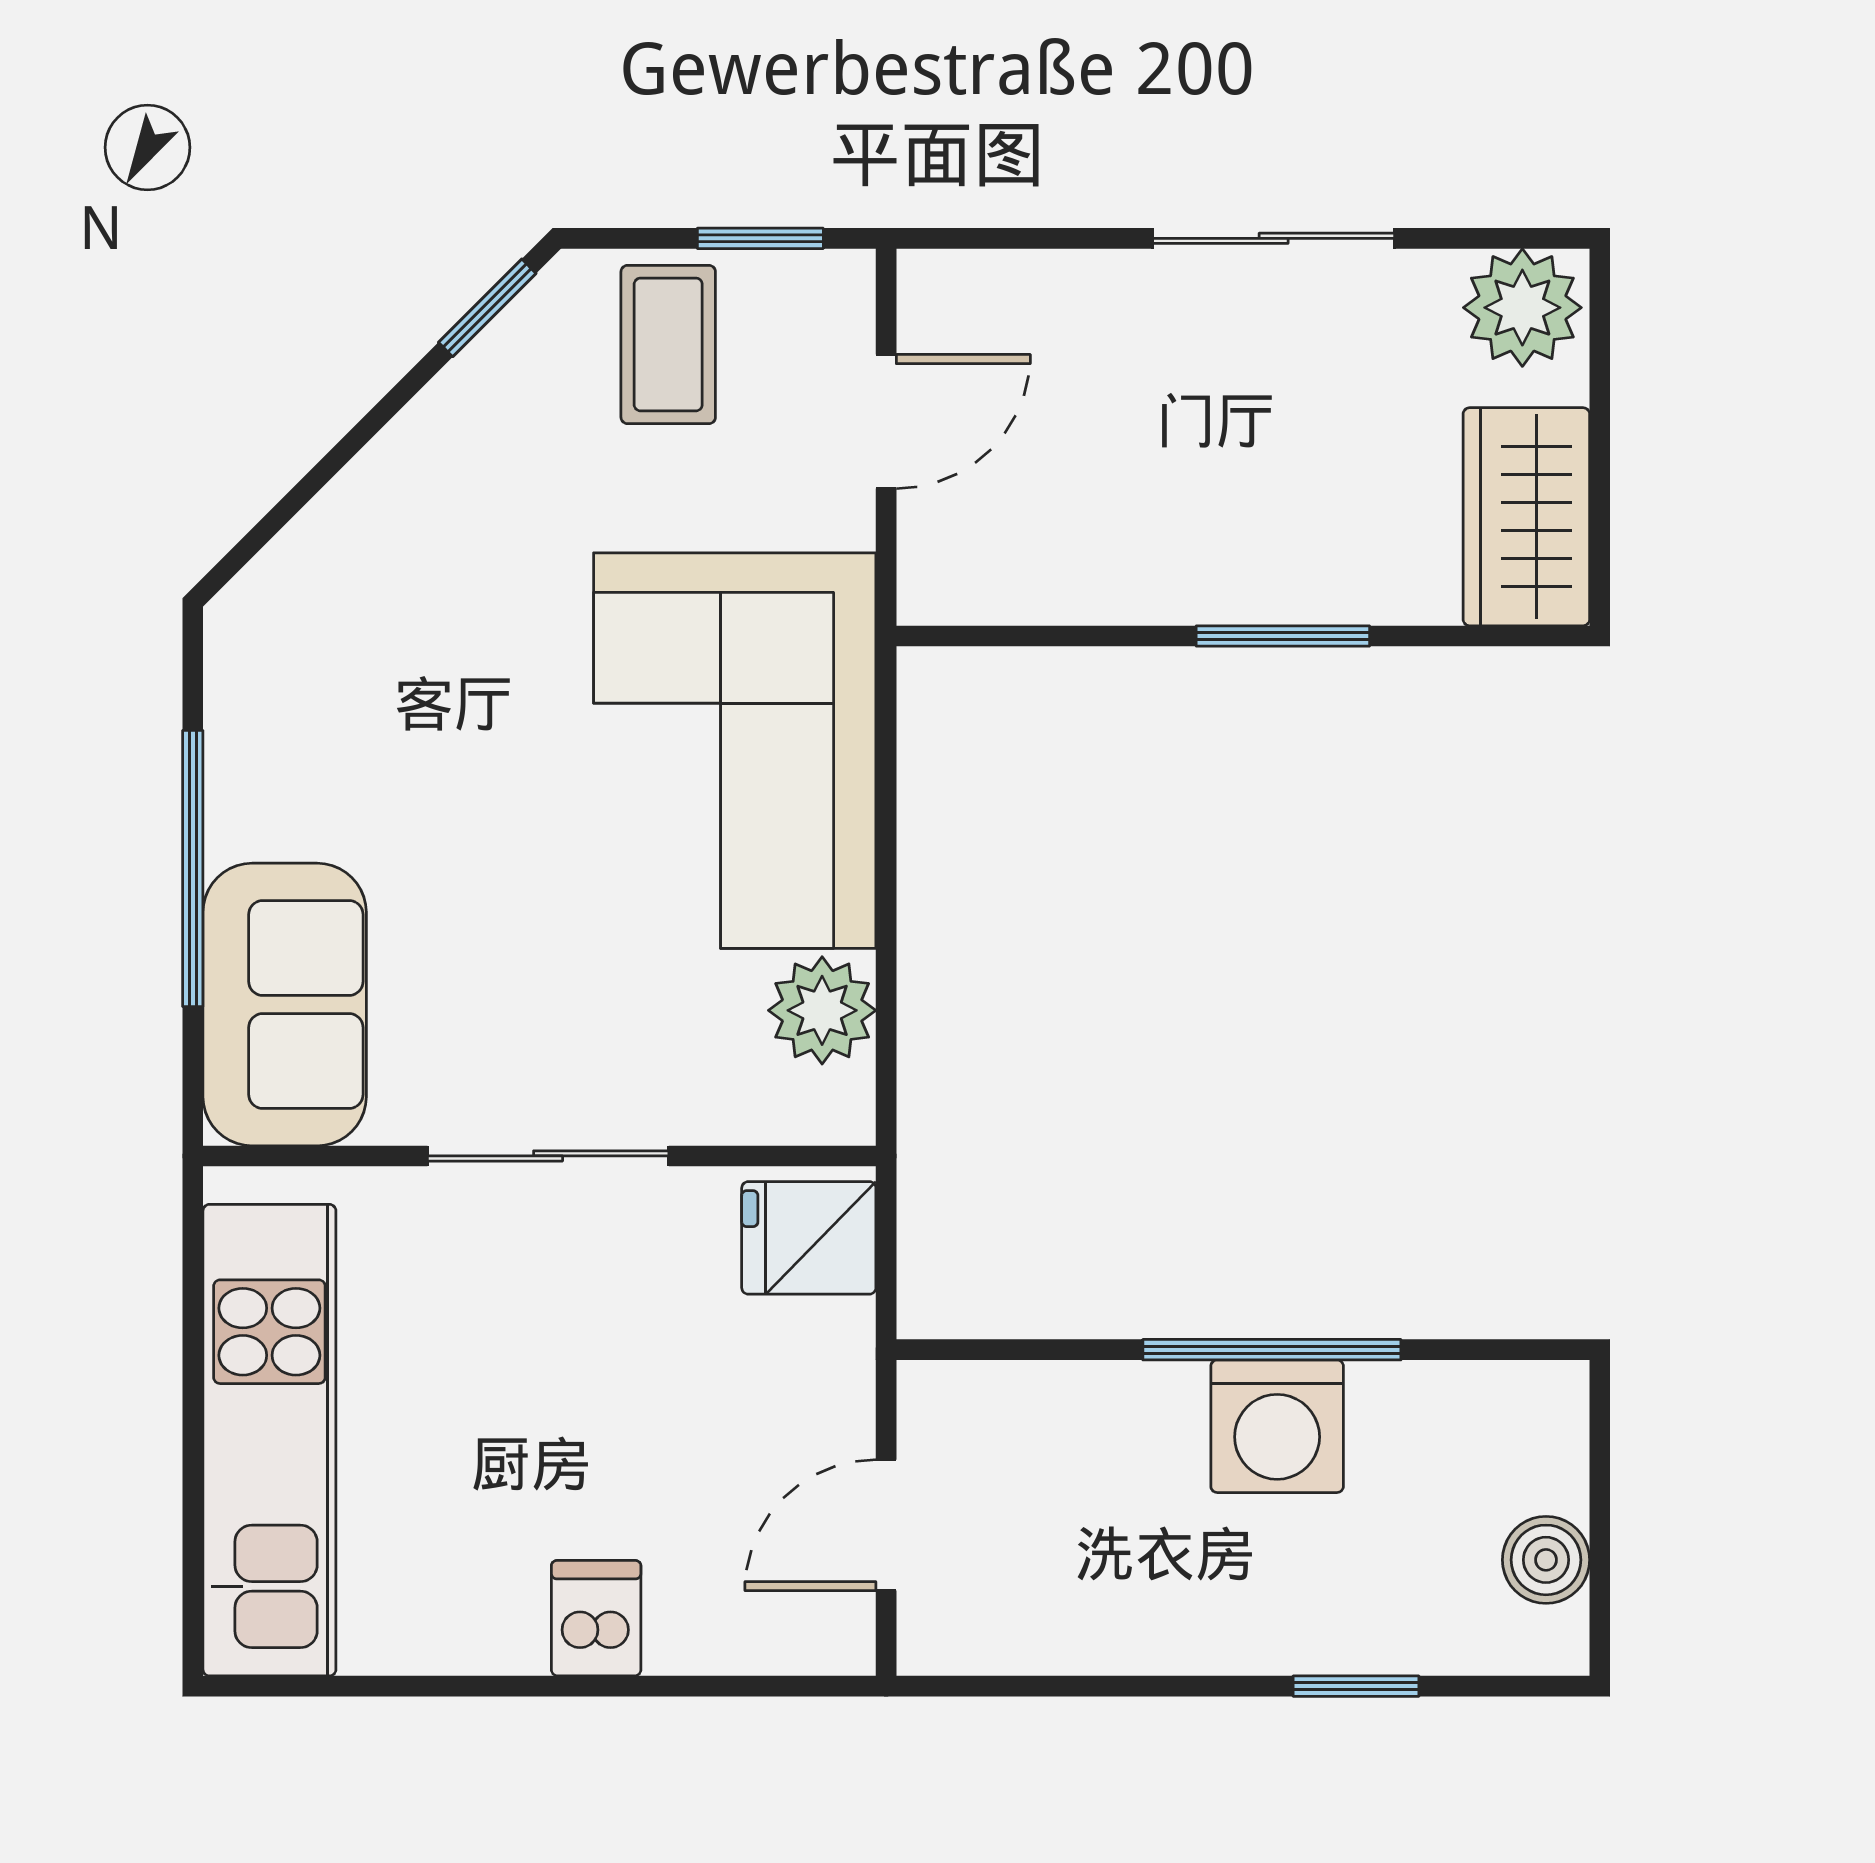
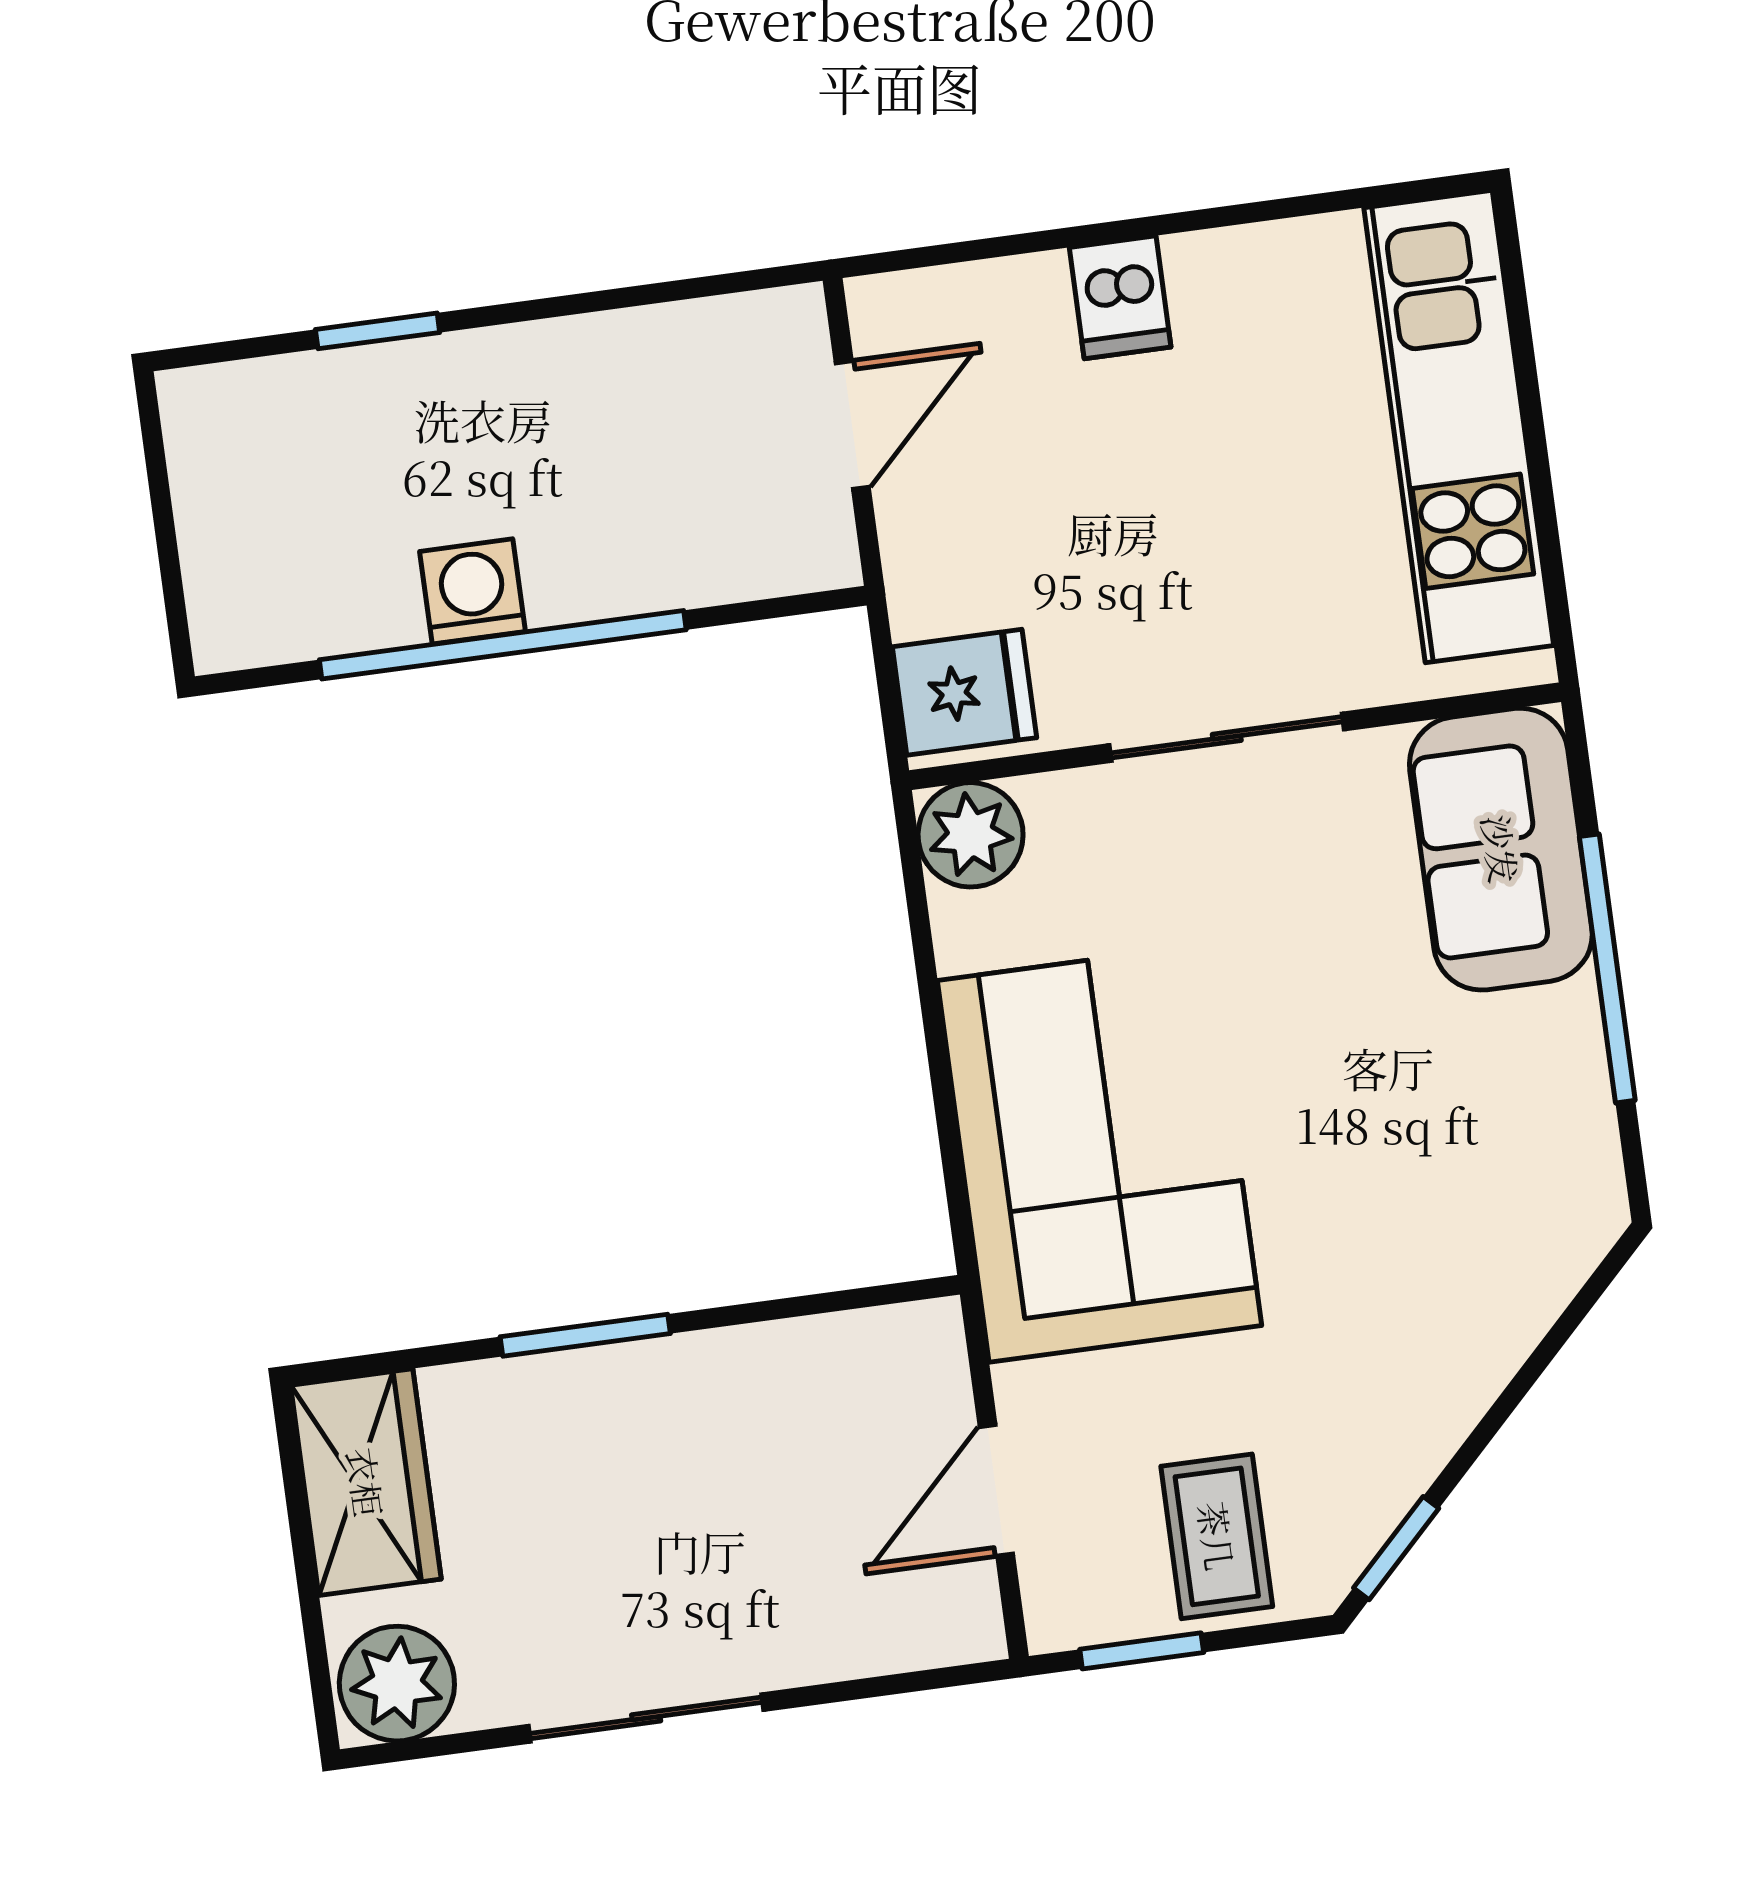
plant: (822, 1010) -> (971, 835), moved
window: (1272, 1350) -> (503, 645), width x1.46
washing machine: (1277, 1426) -> (473, 591), width x0.73, depth x0.73
boiler: (1546, 1560) -> (211, 478), removed

